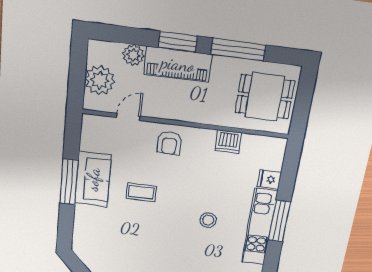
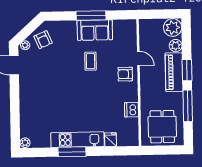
plant: (100, 80) -> (173, 27), moved
door: (128, 117) -> (138, 58), moved
stool: (208, 220) -> (78, 106), removed
window: (279, 221) -> (72, 152), moved
armchair: (99, 255) -> (43, 40), added

